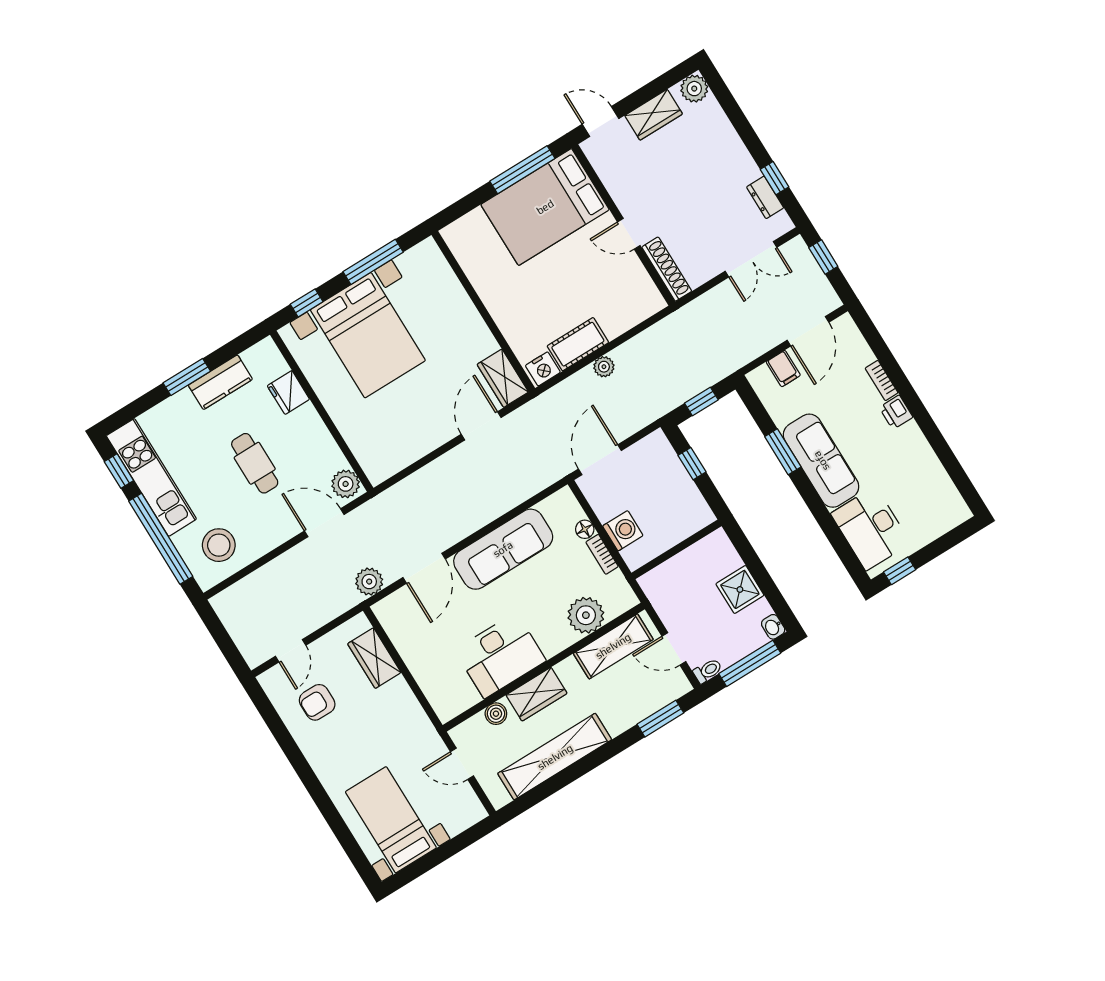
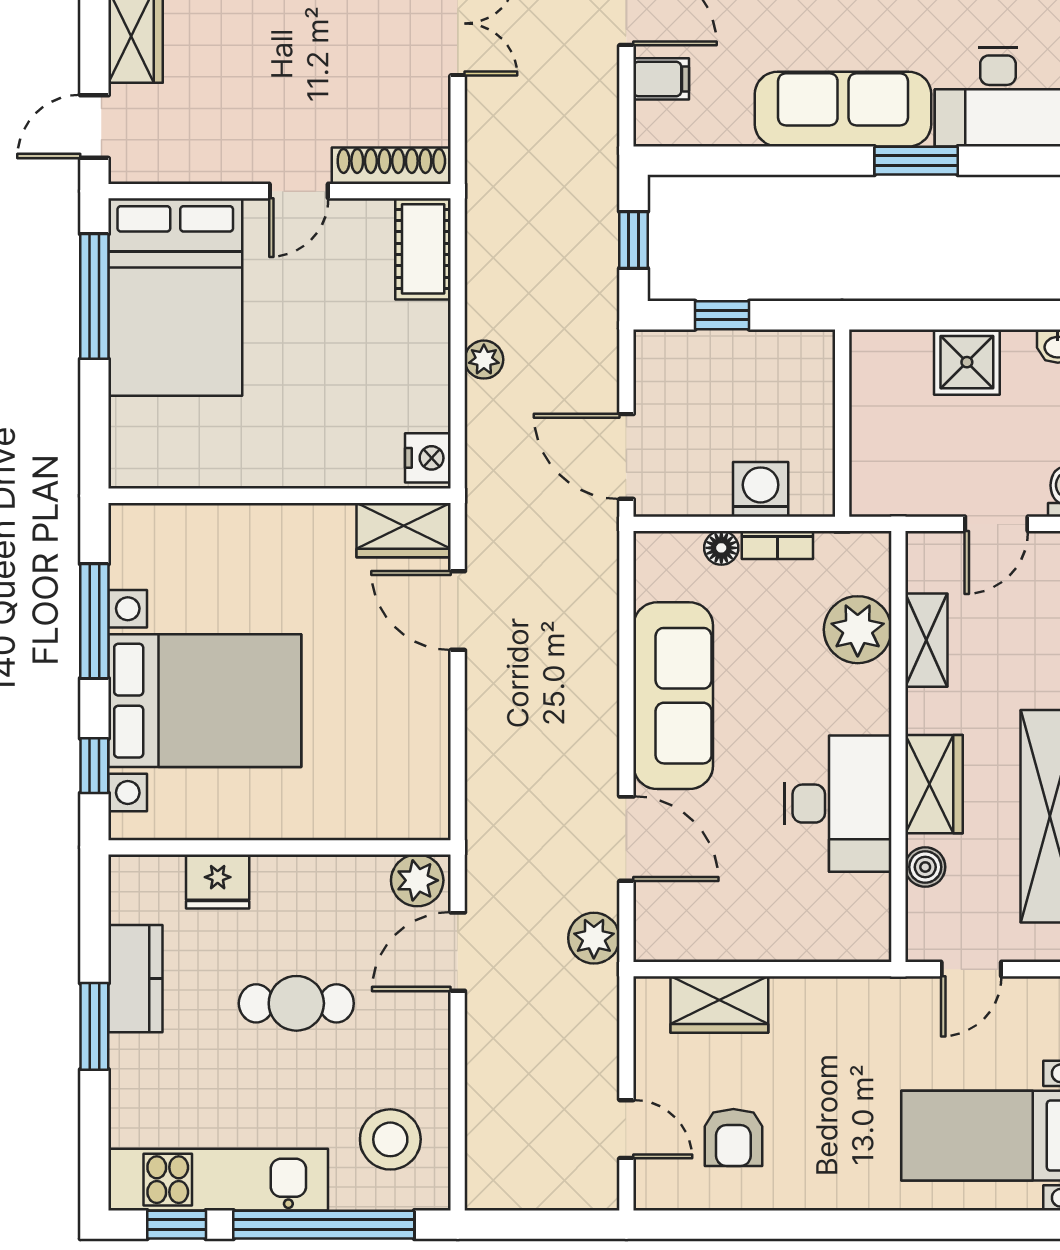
cot: (578, 344) -> (423, 249), moved
window: (783, 452) -> (916, 161), moved
shelving: (613, 646) -> (926, 640), width x0.67, depth x0.75

